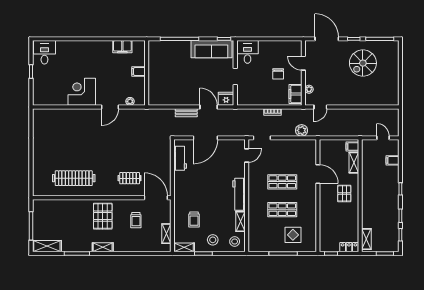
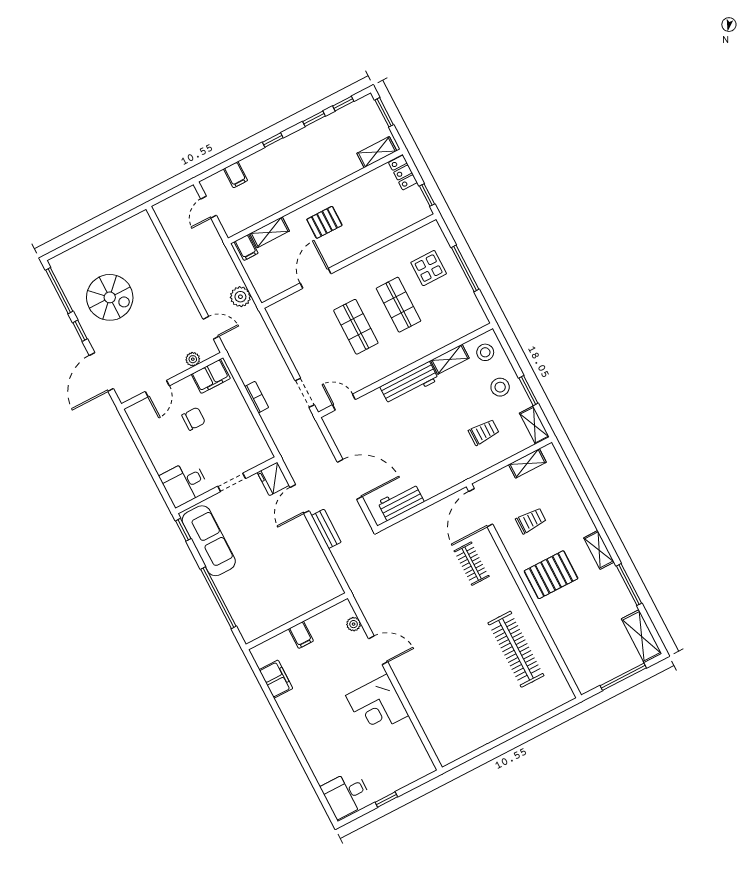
plant: (302, 130) -> (240, 297), moved

